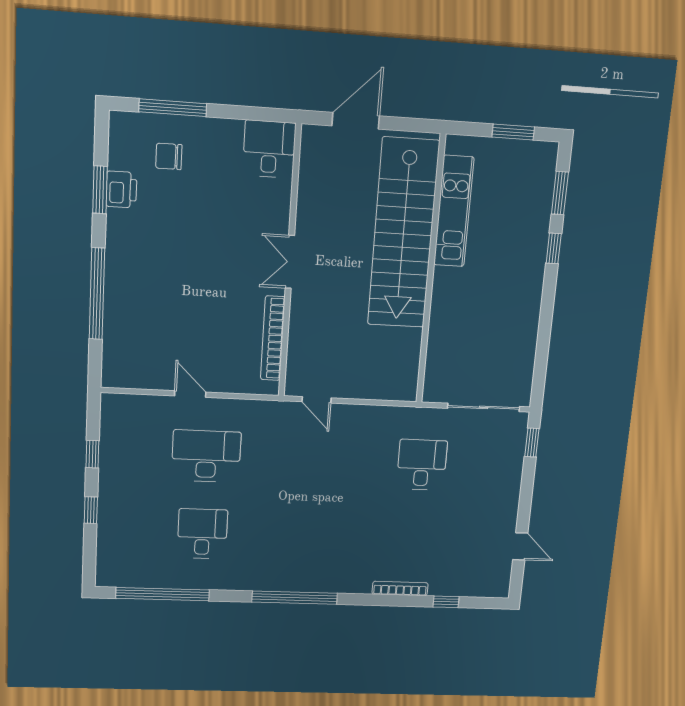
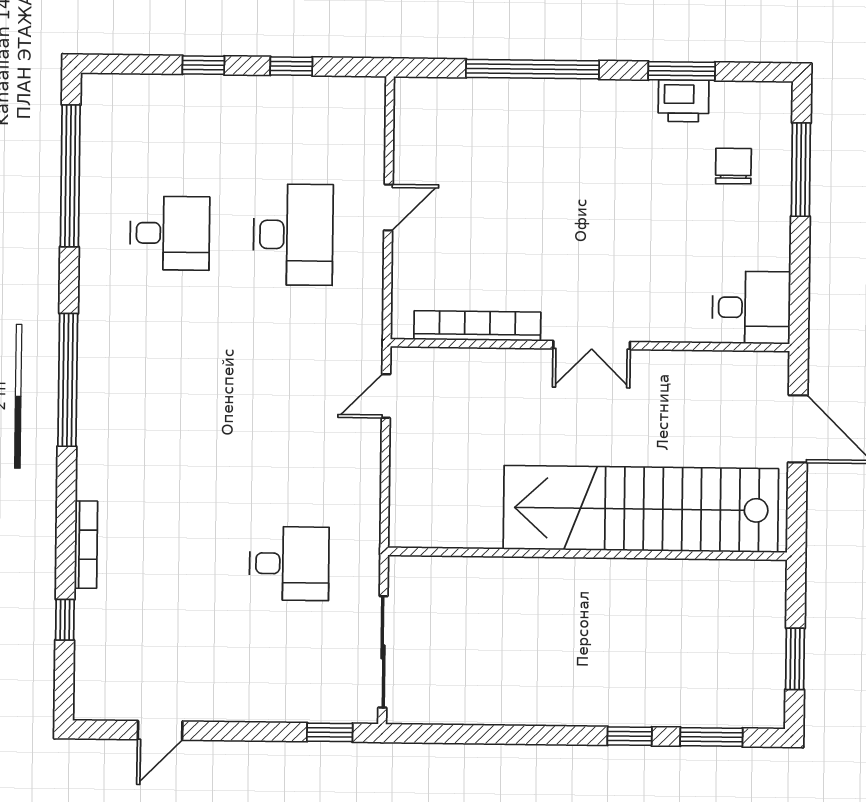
kitchen unit: (454, 211) -> (677, 581), removed
double door: (290, 262) -> (592, 345), swing flipped

